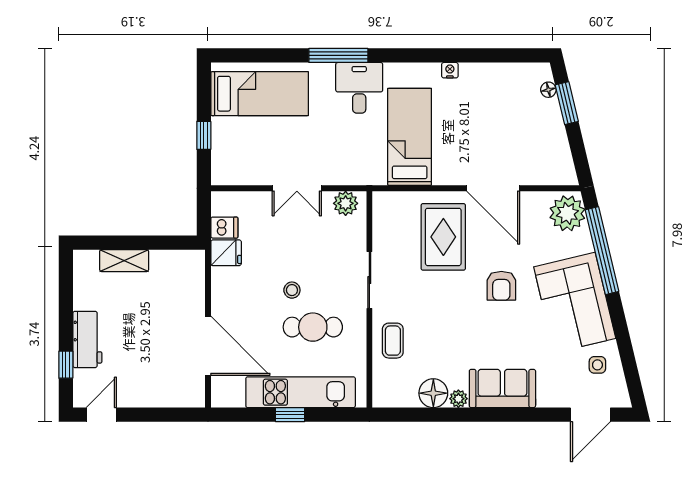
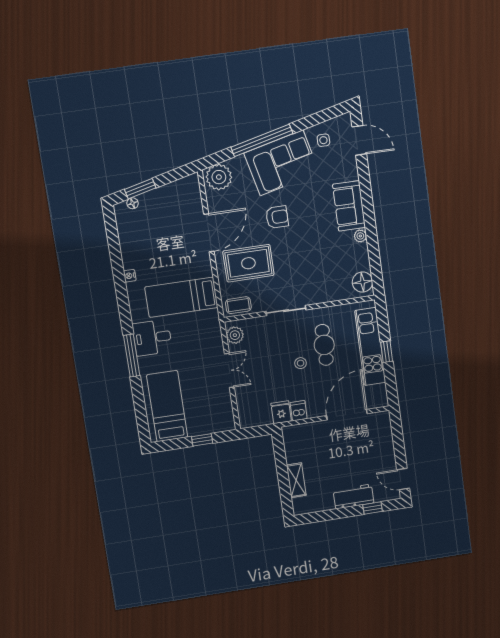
dishwasher: (224, 228) -> (299, 411), moved
window: (602, 251) -> (262, 140), moved
coffee table: (393, 341) -> (238, 305), moved
floor lamp: (433, 393) -> (362, 282), moved

